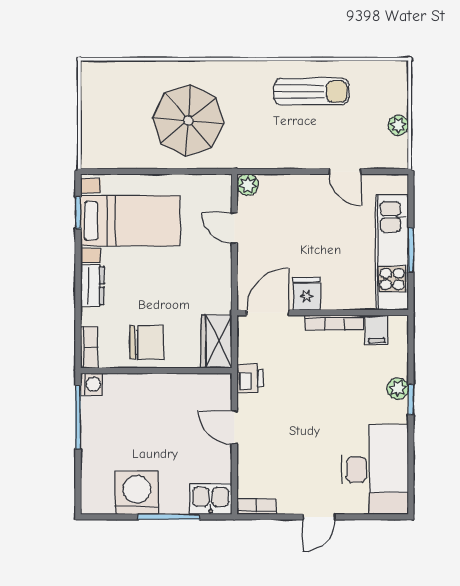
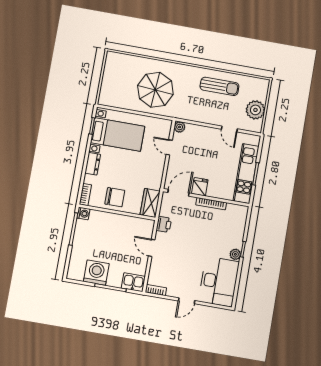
plant: (398, 125) -> (255, 110), width x1.87, depth x1.87
filing cabinet: (377, 330) -> (232, 211), removed
plant: (398, 389) -> (235, 254), moved

